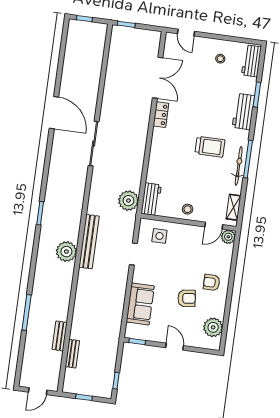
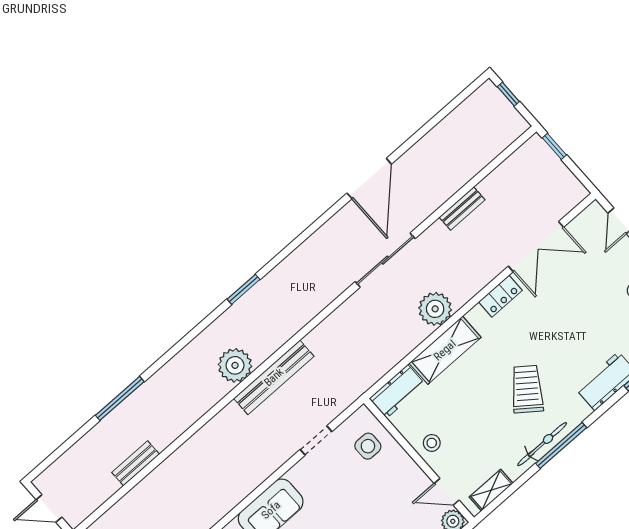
trolley: (210, 147) -> (527, 389), turned -143
shelving: (157, 161) -> (445, 350), added
plant: (128, 201) -> (435, 309), moved
bench: (72, 354) -> (462, 208), moved

